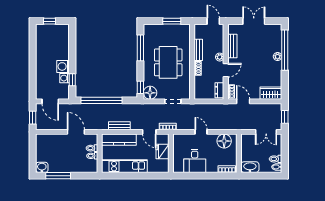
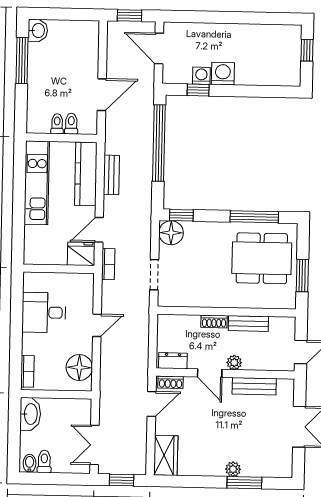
window: (285, 50) -> (244, 483), width x0.47
dining table: (168, 62) -> (262, 258), moved
door: (50, 101) -> (159, 49), hinge flipped
fridge: (162, 151) -> (81, 254), moved

